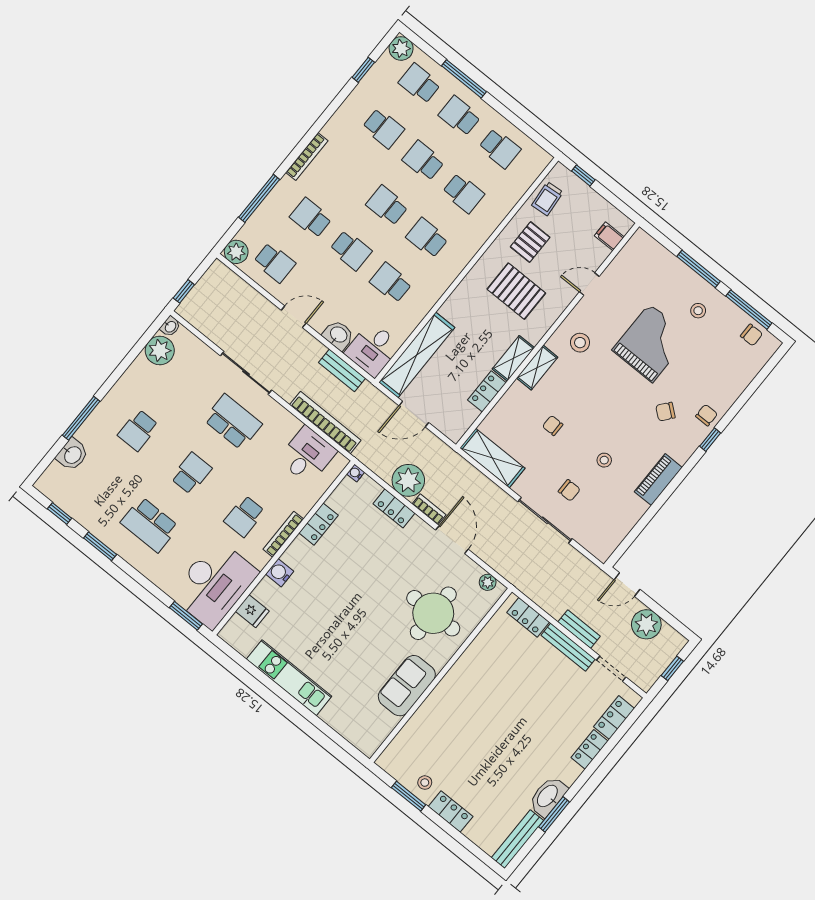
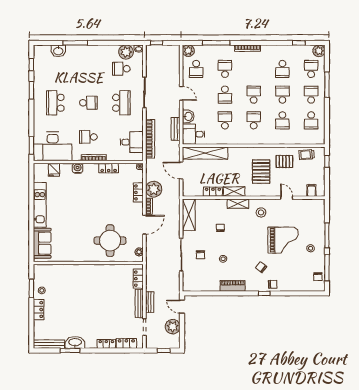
school desk: (138, 430) -> (121, 69), moved
sofa: (407, 686) -> (42, 243), moved, turned 90

